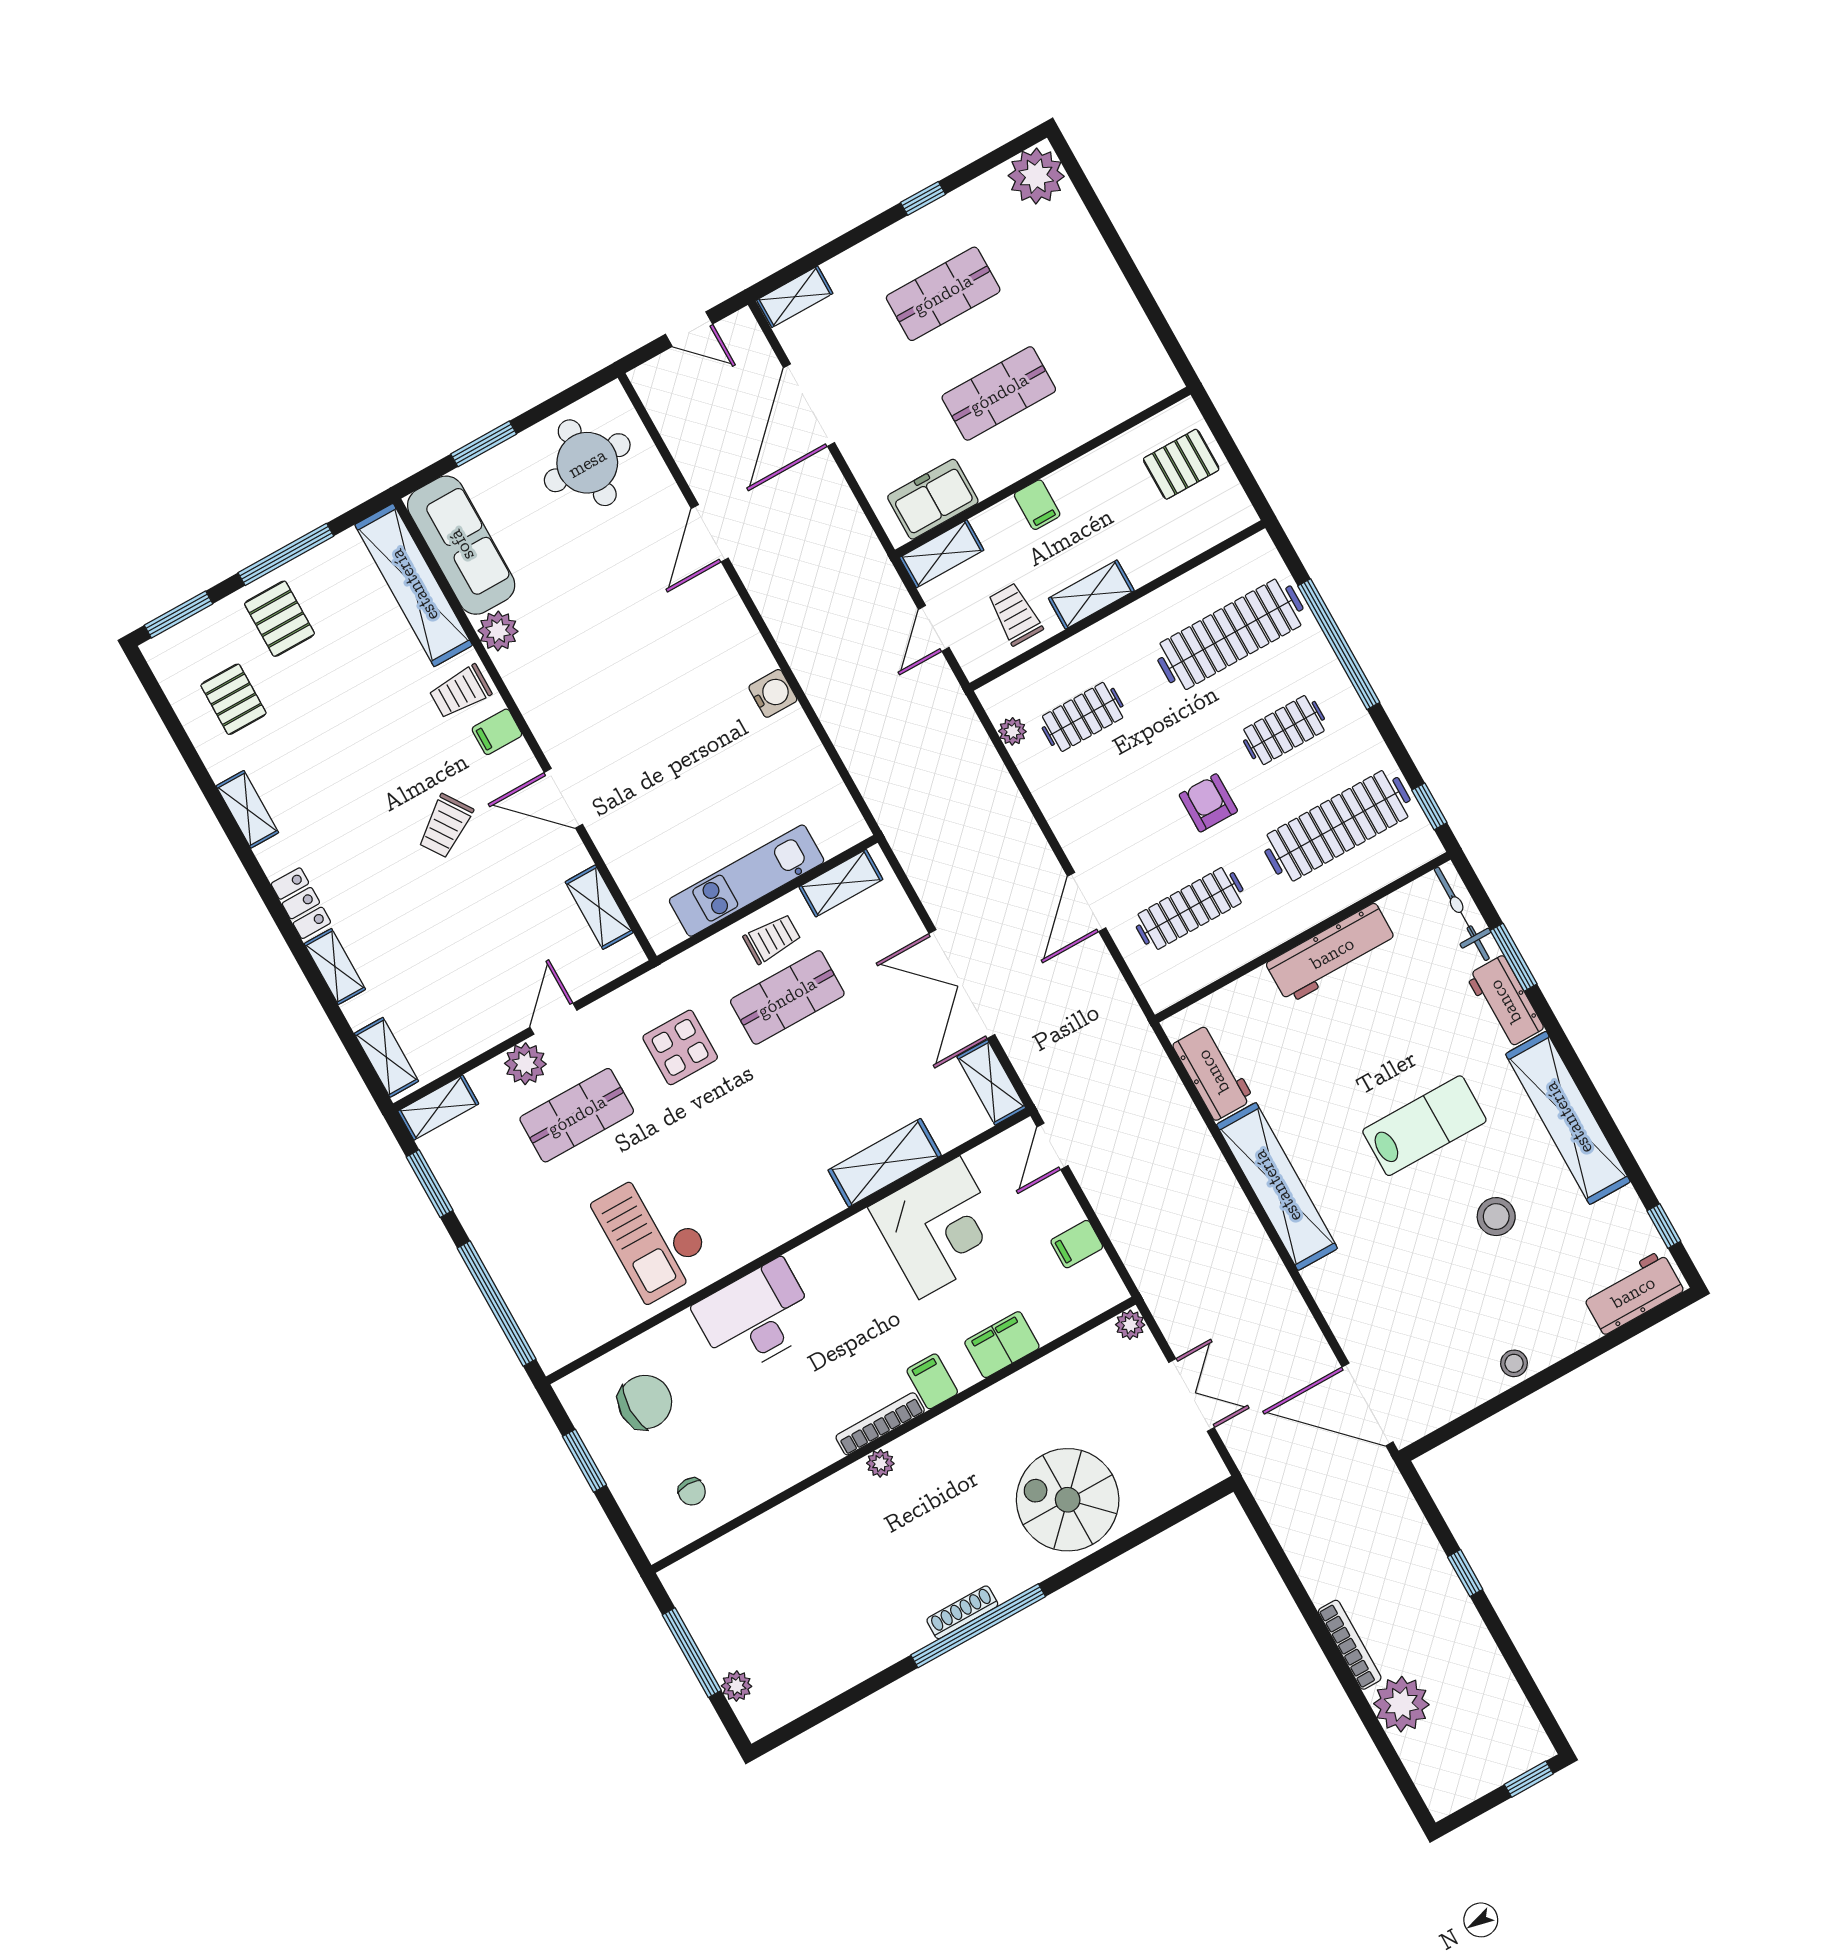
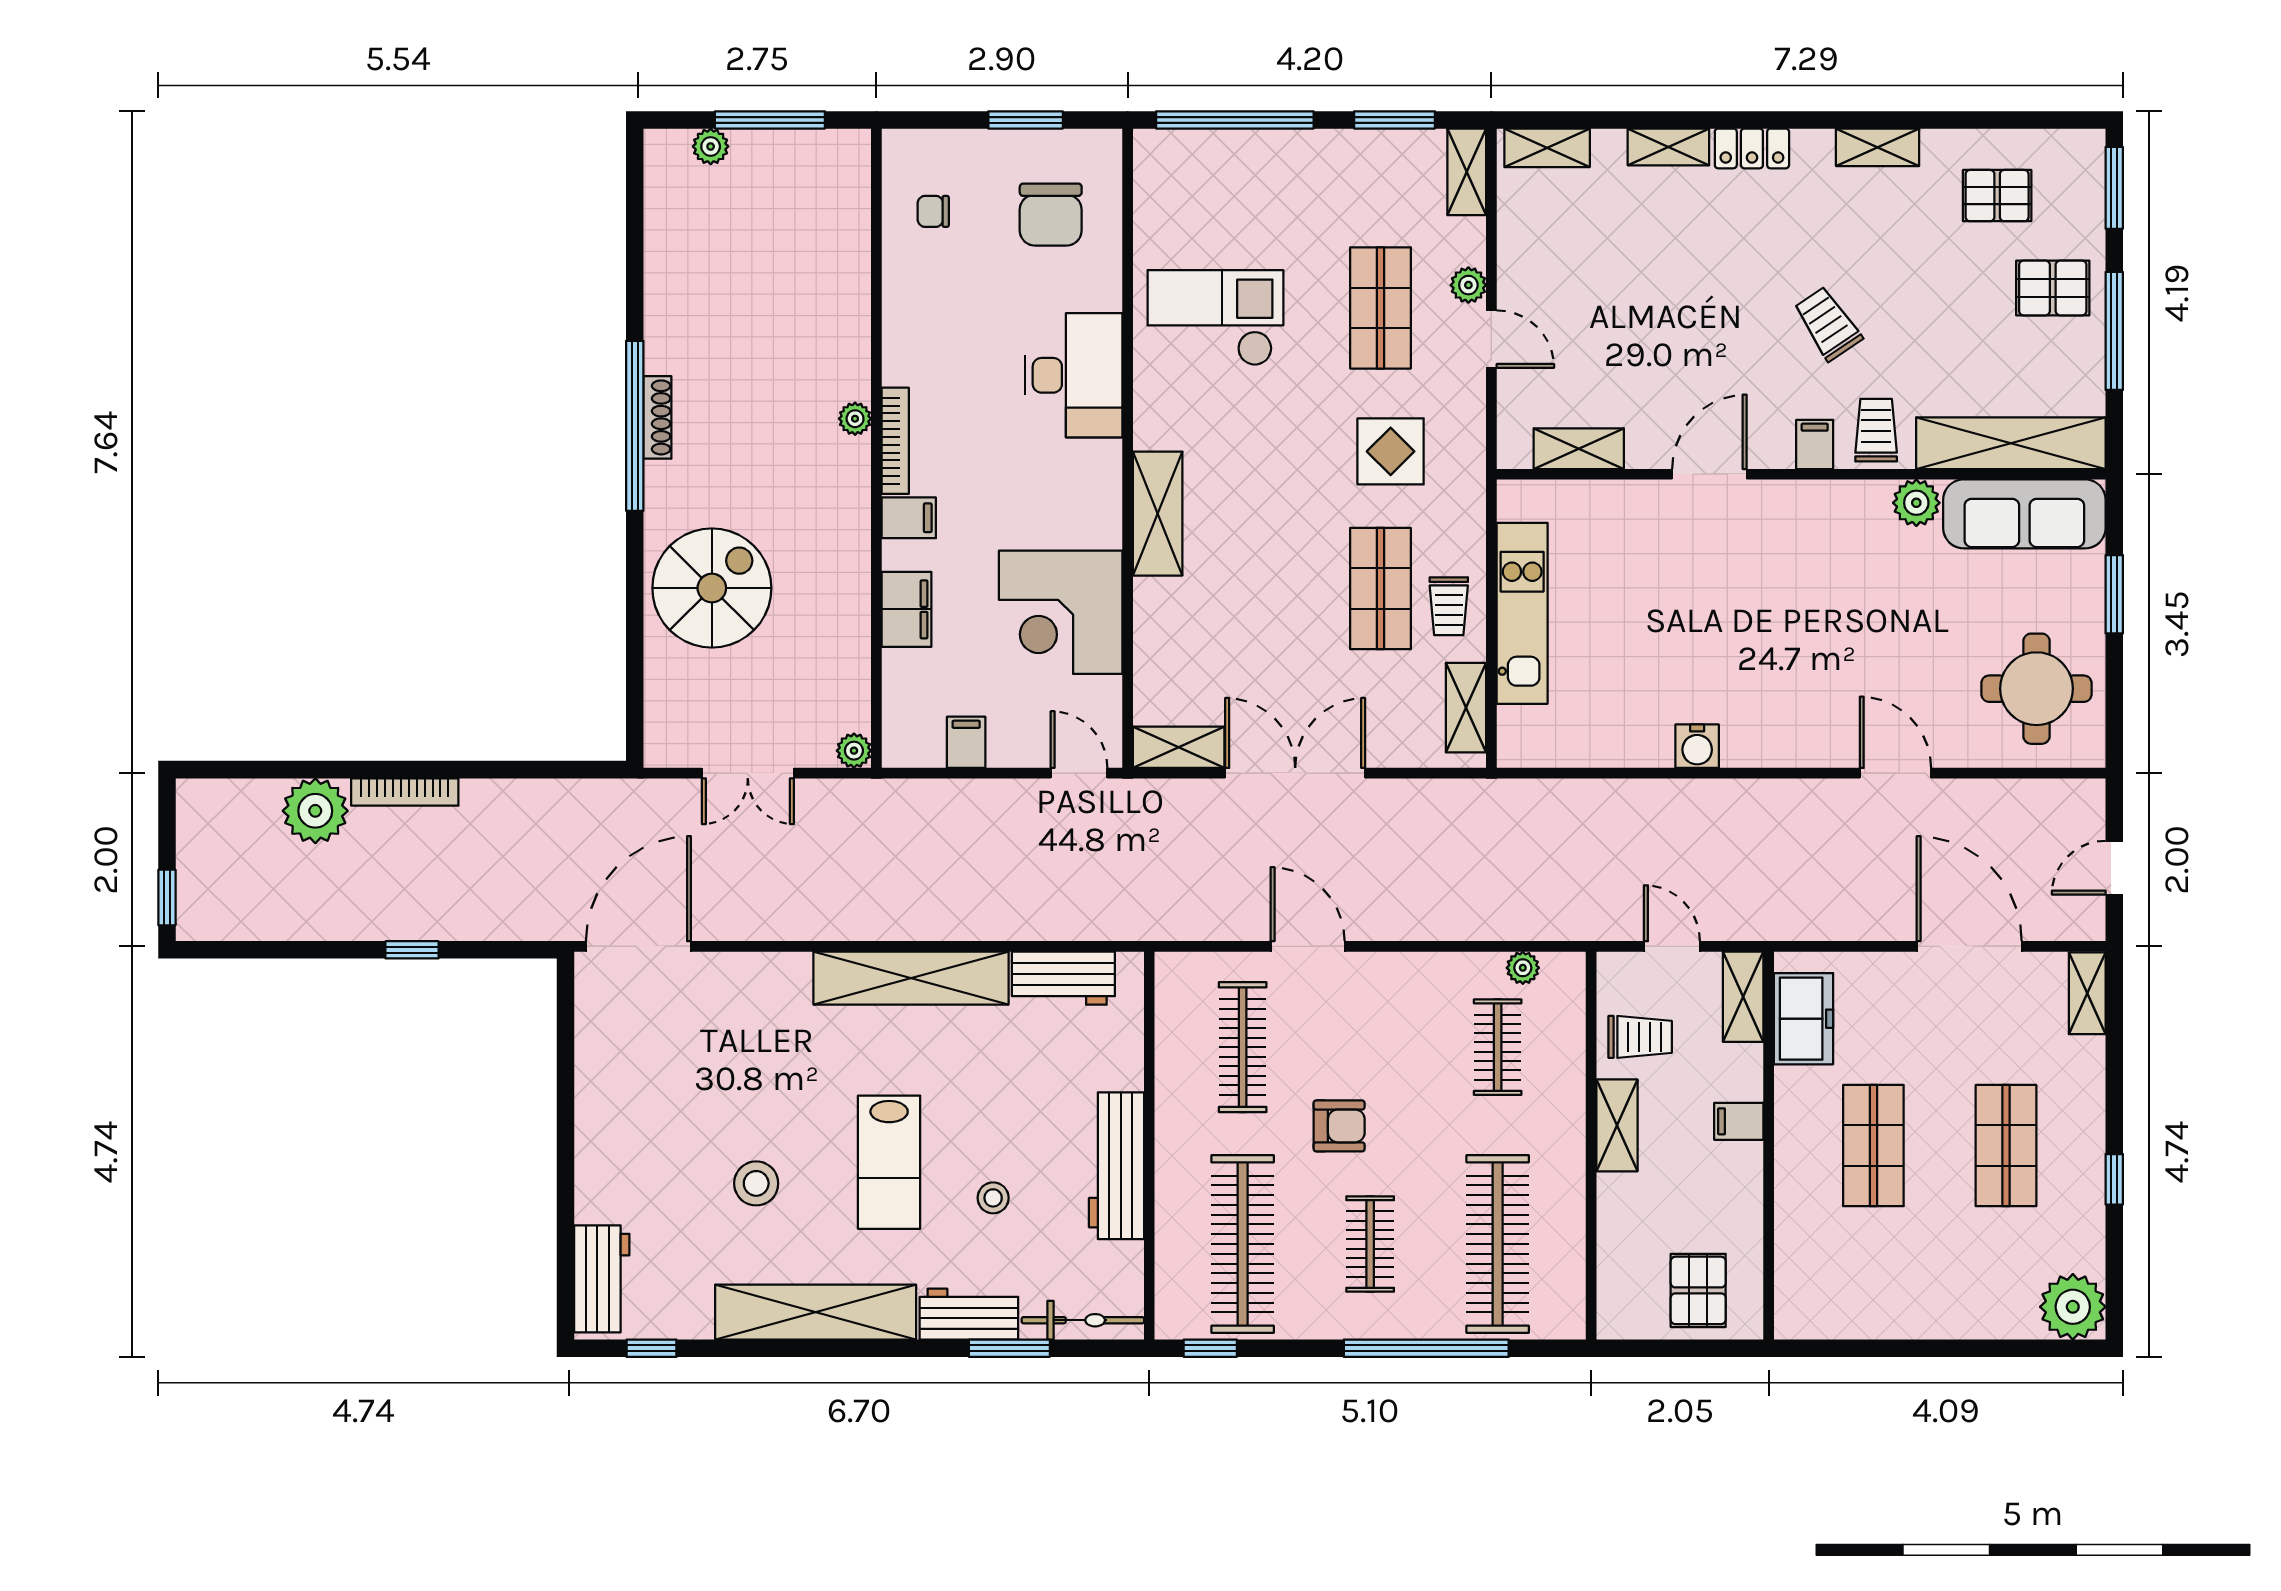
trolley: (445, 826) -> (1828, 324), moved
plant: (525, 1064) -> (1468, 285), width x0.73, depth x0.73
shelving: (885, 1163) -> (1158, 514), moved
stool: (1514, 1363) -> (993, 1198), moved

